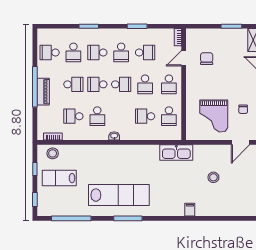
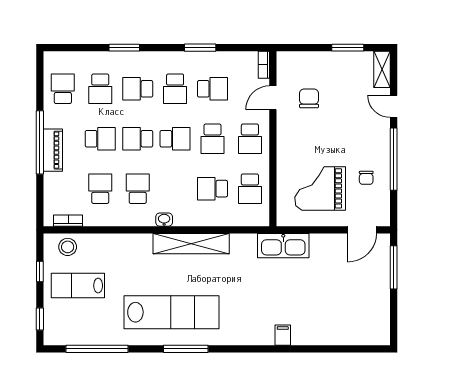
school desk: (50, 52) -> (63, 89), turned 90
school desk: (73, 116) -> (100, 189), turned 90
school desk: (97, 116) -> (138, 189), turned 180
grand piano: (214, 116) -> (320, 188), turned 90
shelving: (131, 151) -> (191, 244), added
kitchen sink: (176, 153) -> (283, 246), moved
stool: (213, 177) -> (320, 284), removed

